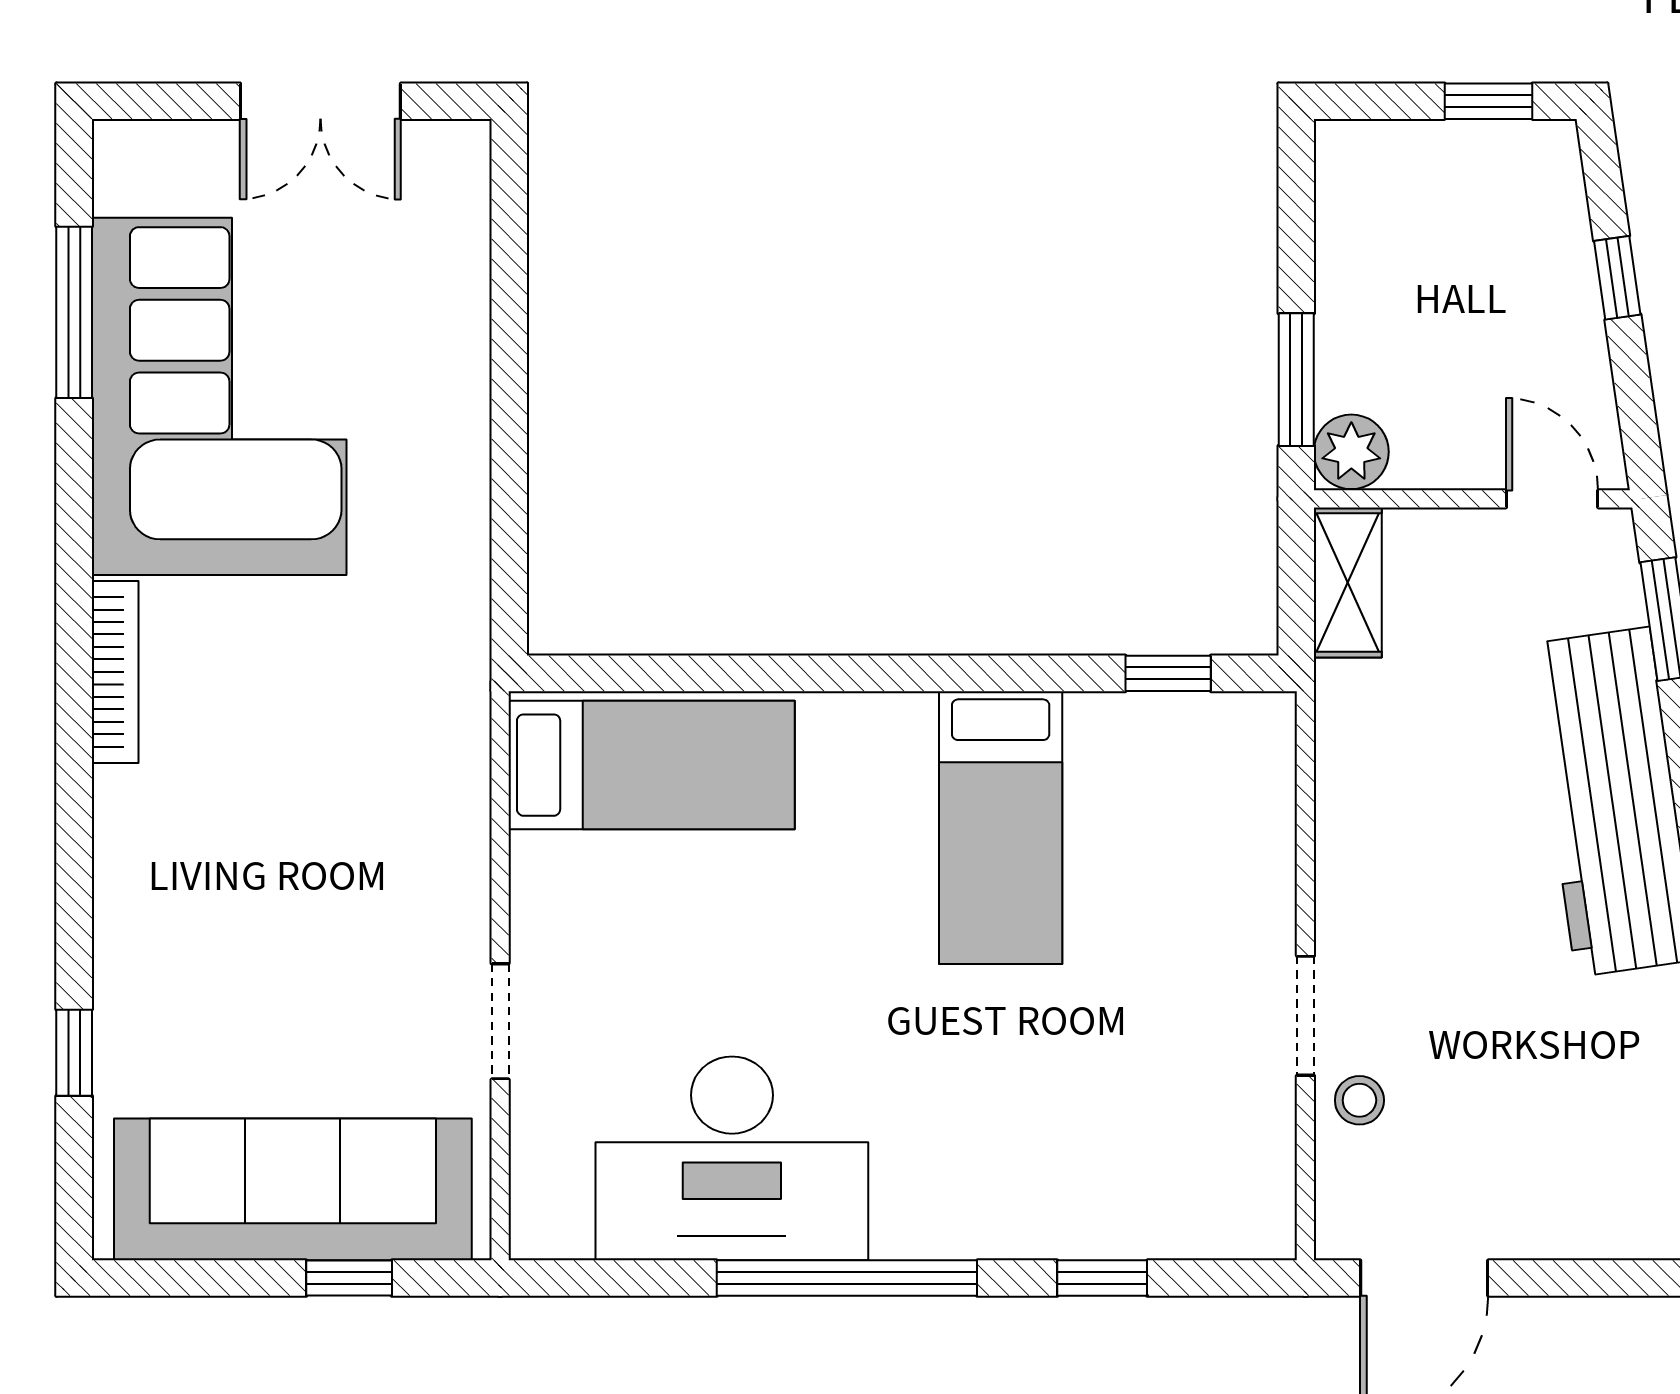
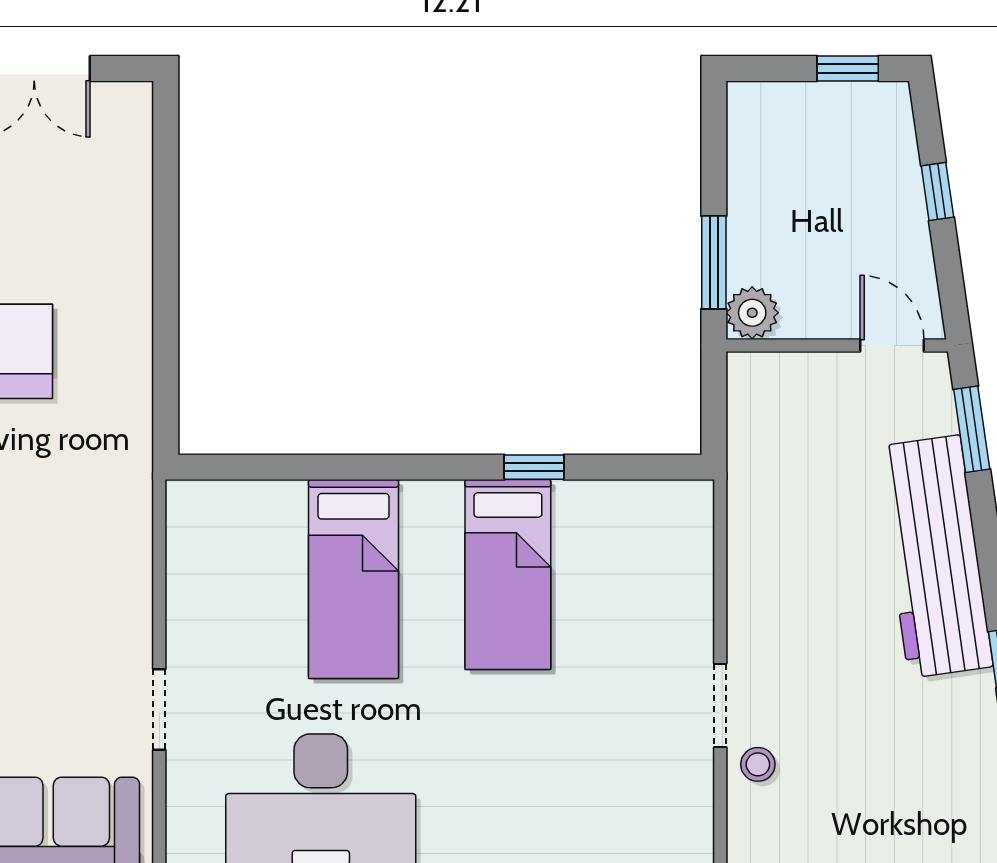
shelving: (1348, 583) -> (750, 404), removed
window: (1168, 673) -> (534, 467), moved
bed: (652, 765) -> (353, 579), moved, turned 90

